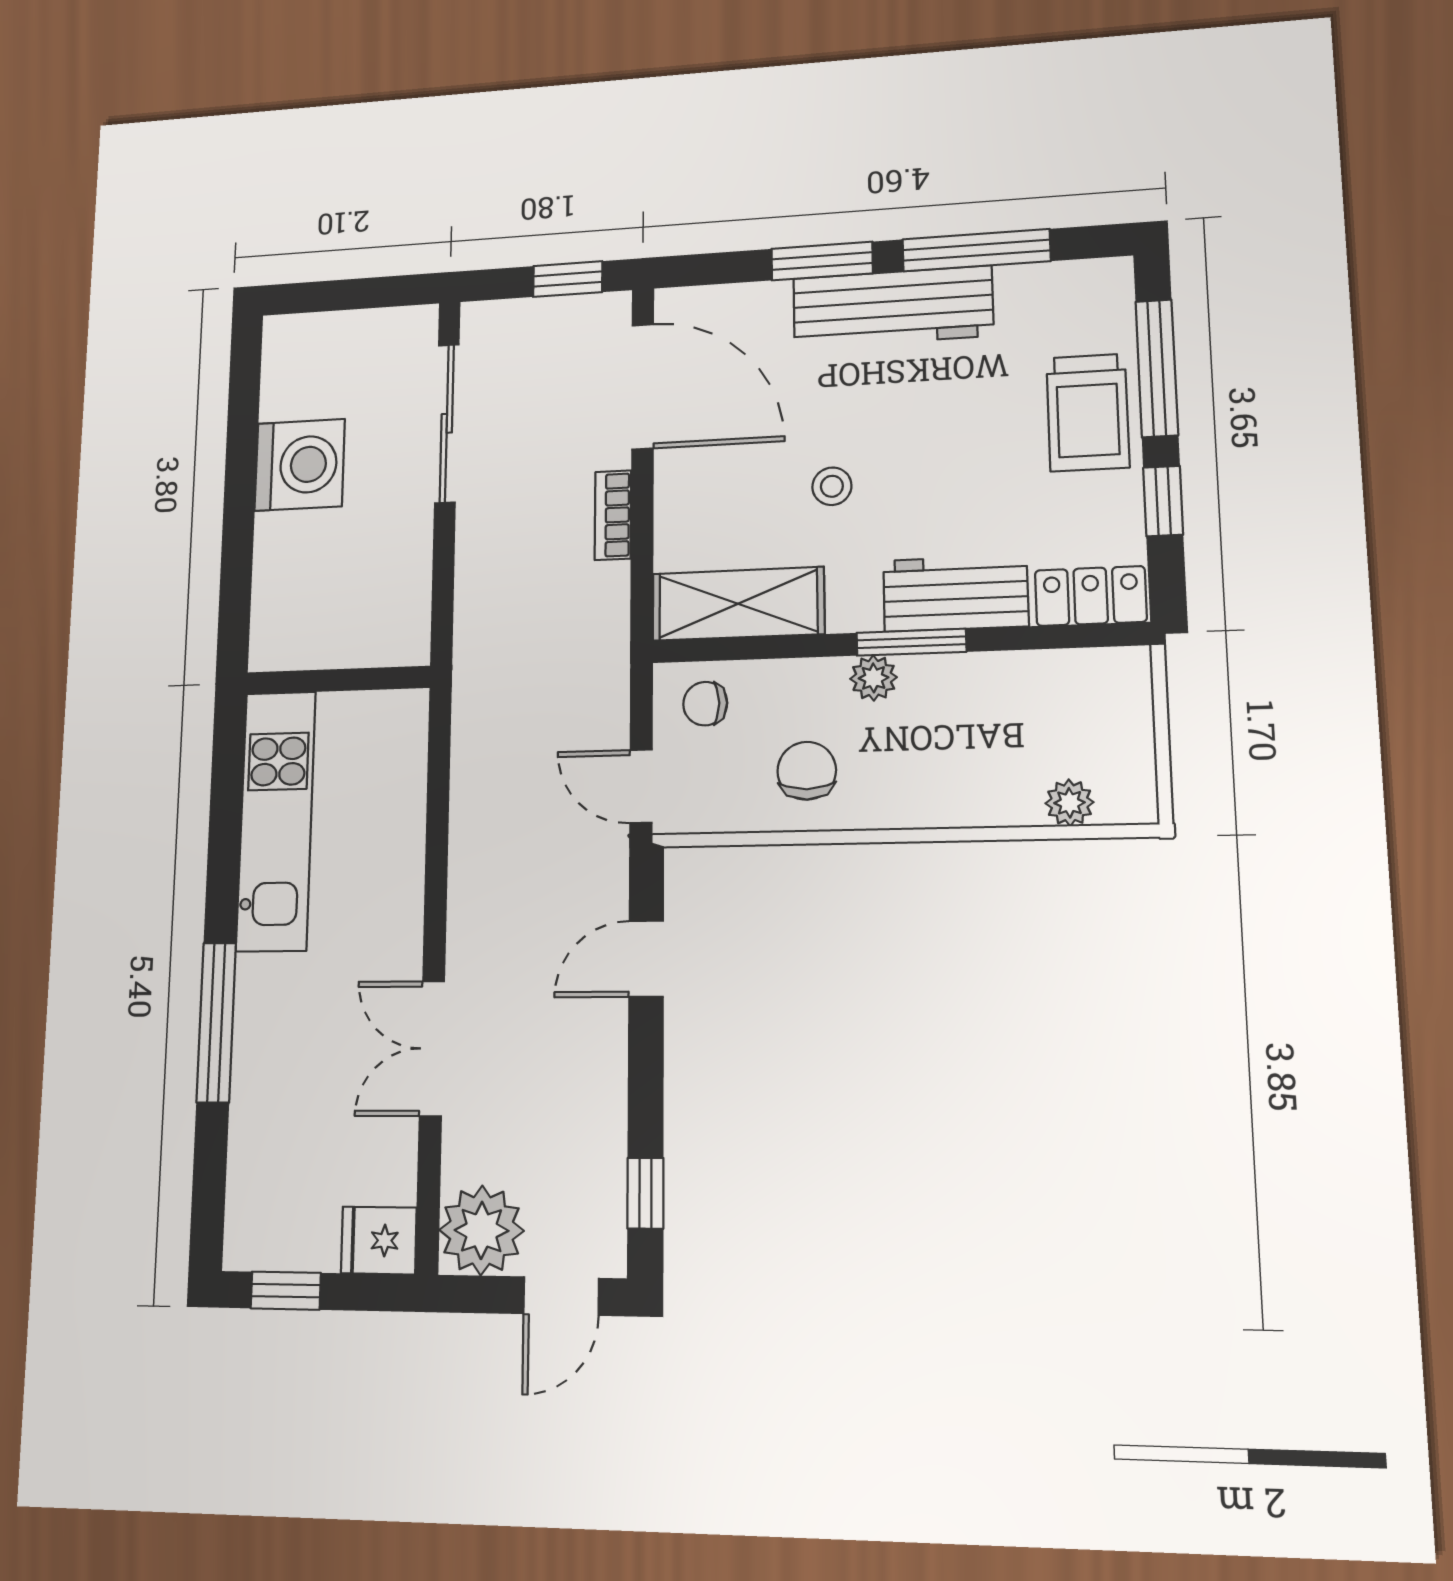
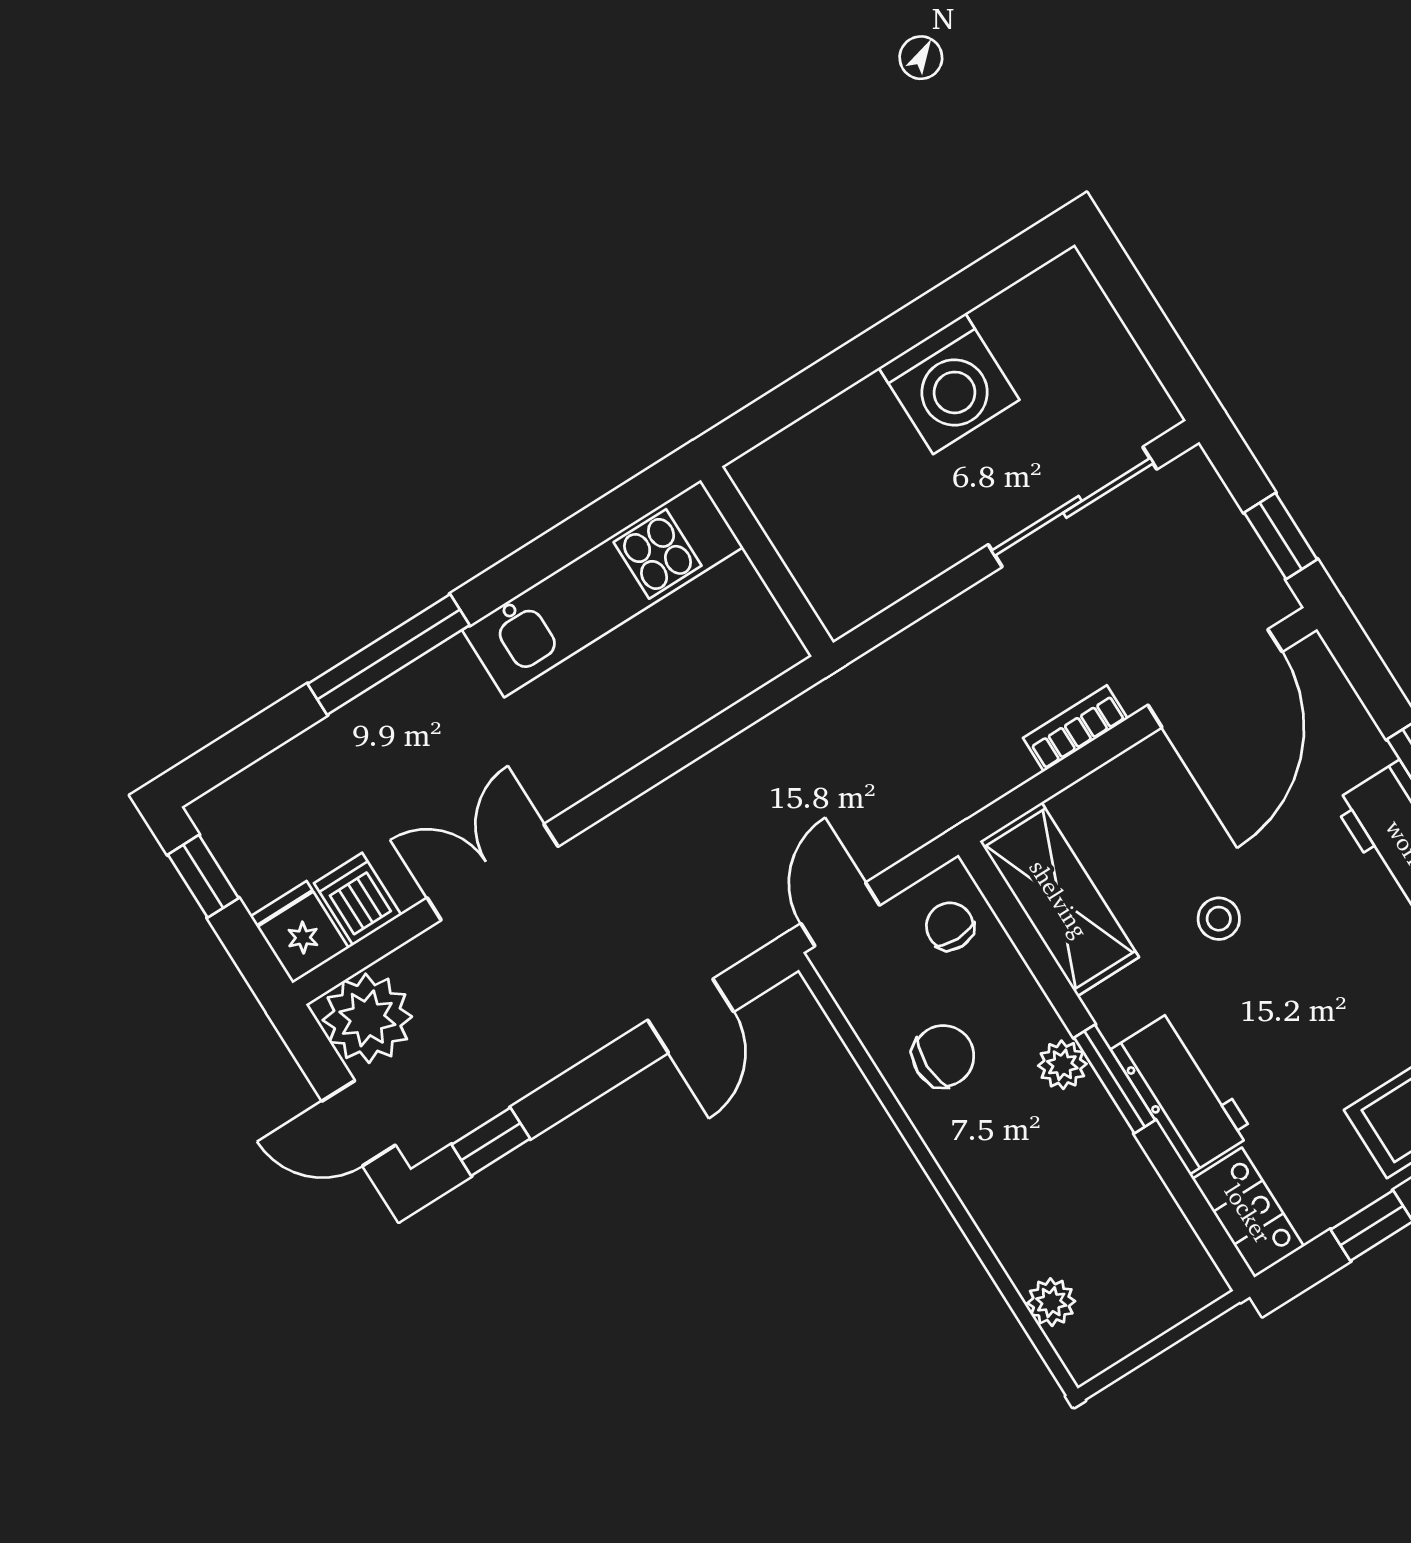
door: (646, 959) -> (691, 1016), swing flipped
dishwasher: (383, 1174) -> (358, 899), added

